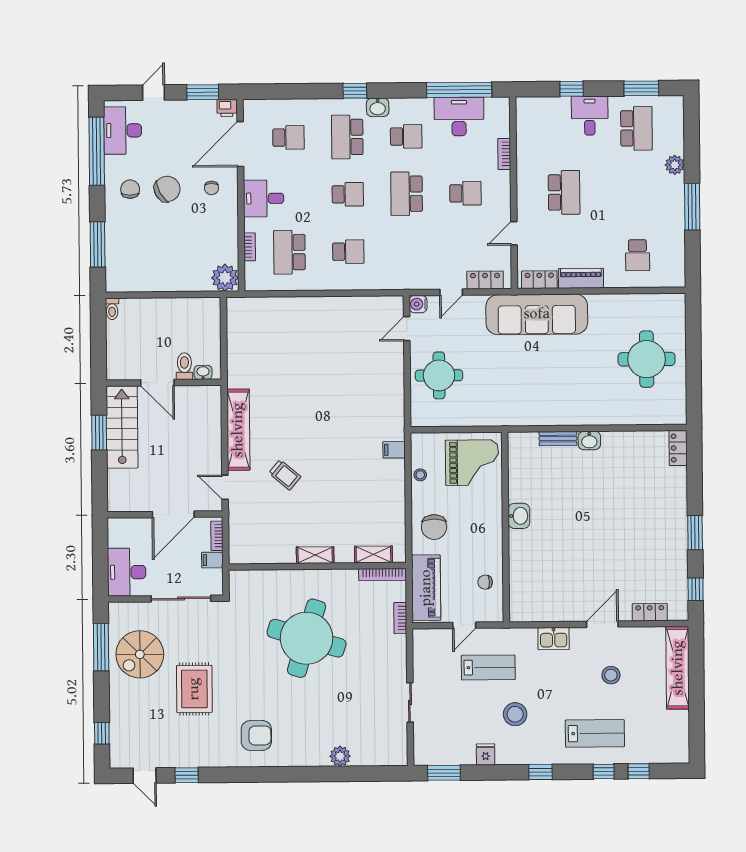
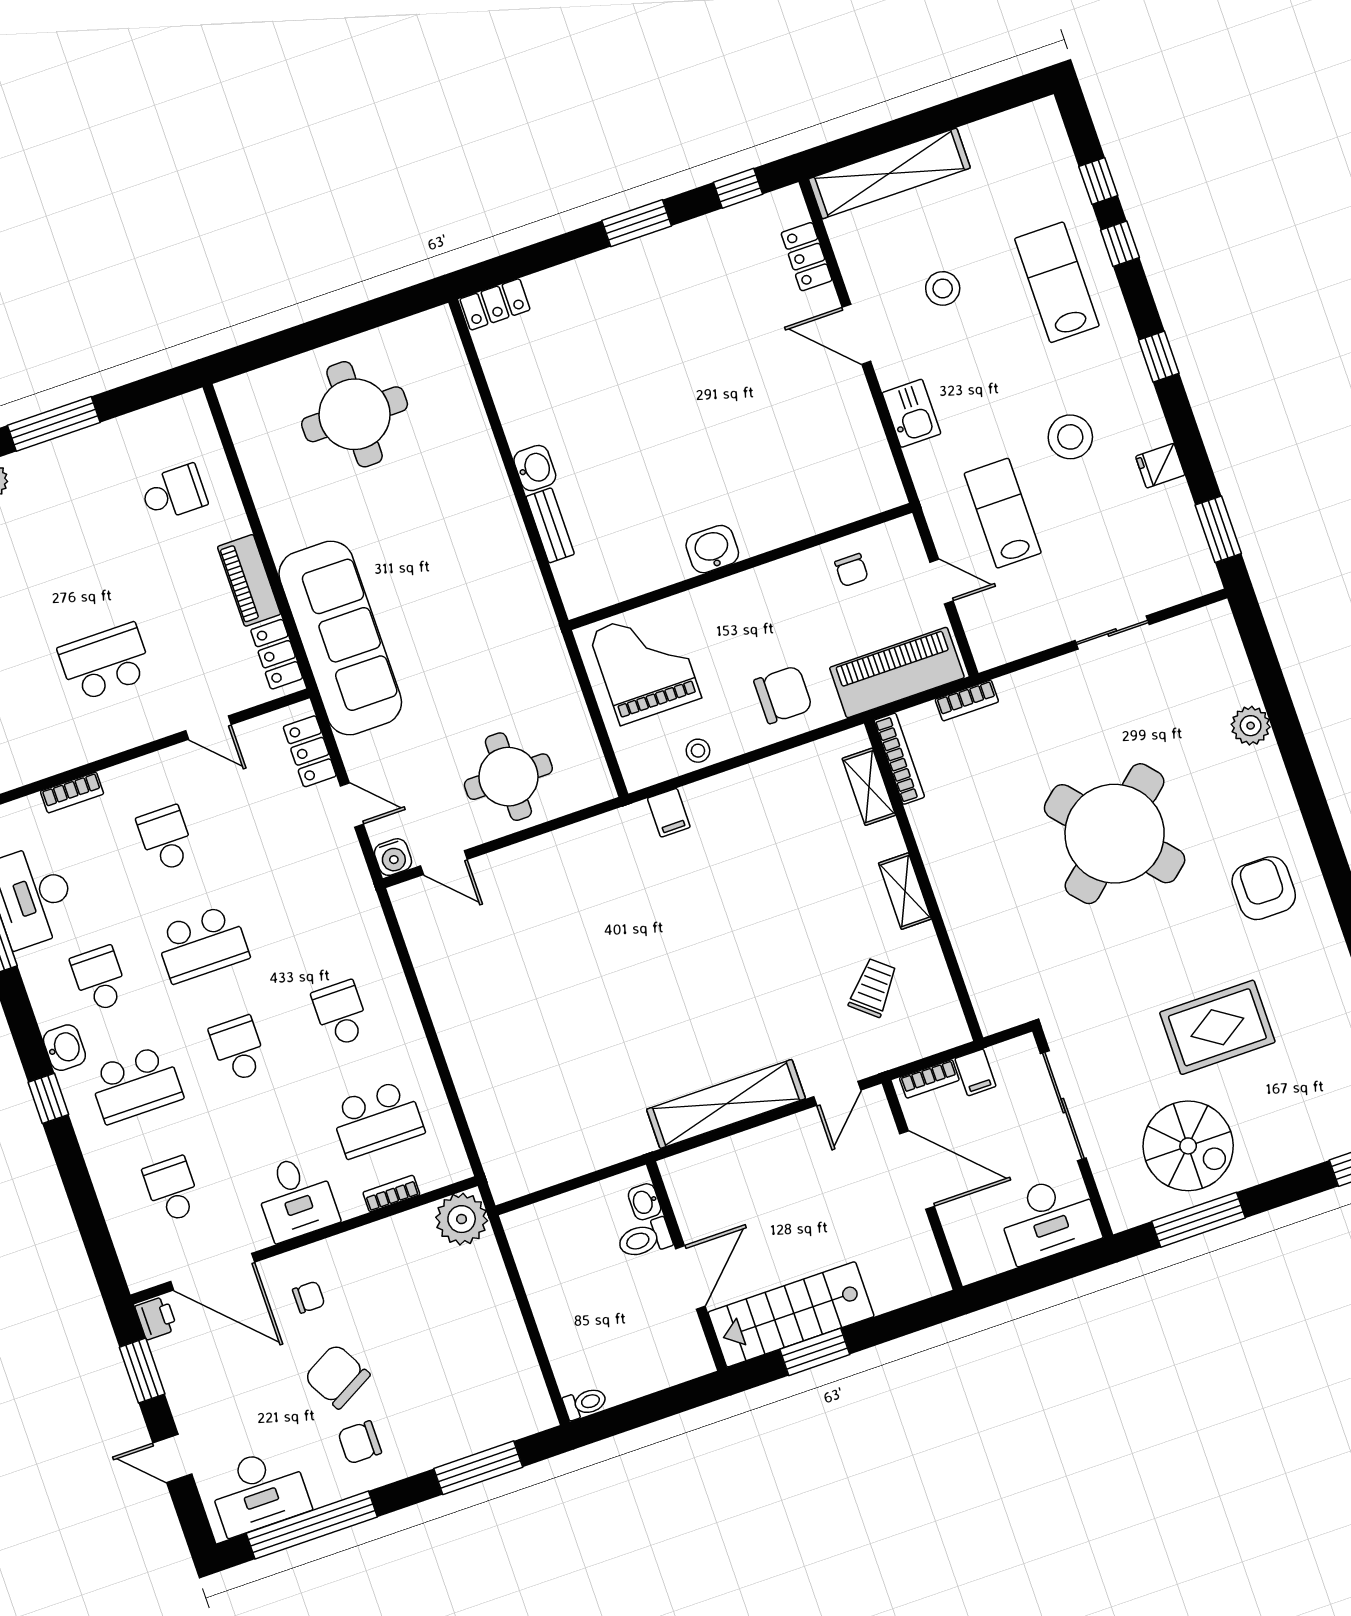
trolley: (285, 475) -> (873, 988), moved
round table: (307, 638) -> (1115, 834), moved, turned 32

